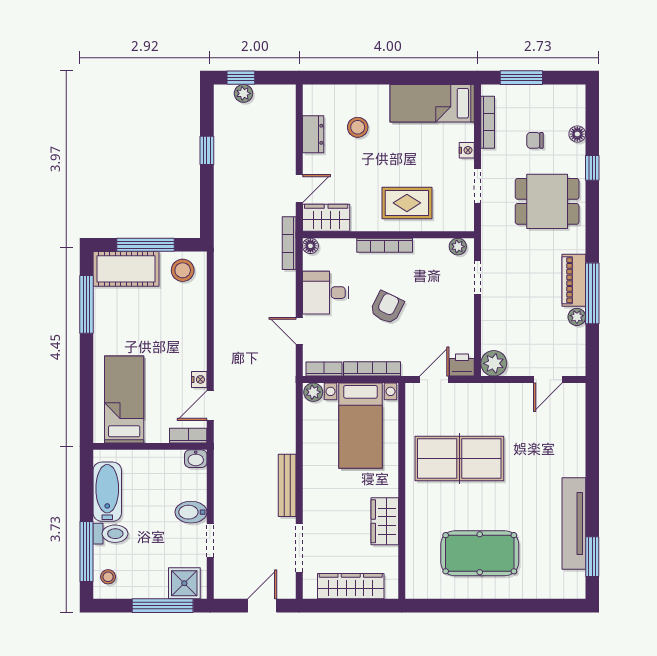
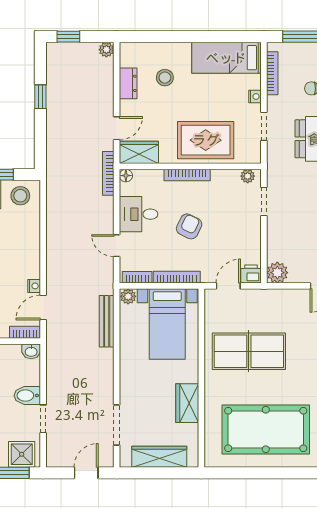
plant: (243, 93) -> (106, 50), moved
rug: (407, 203) -> (206, 140), width x1.36, depth x1.43
bench: (287, 485) -> (107, 321), moved
pool table: (480, 553) -> (266, 429), width x1.36, depth x1.32

